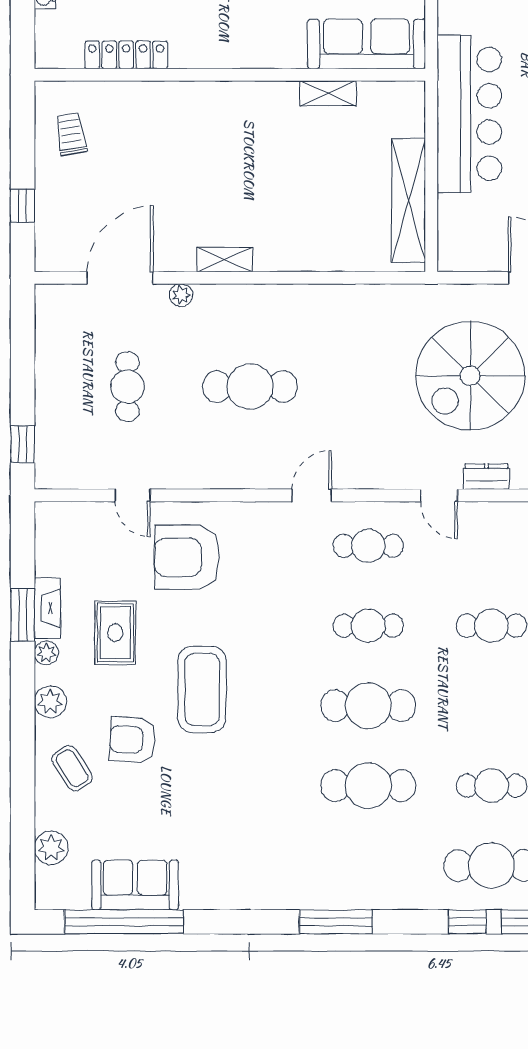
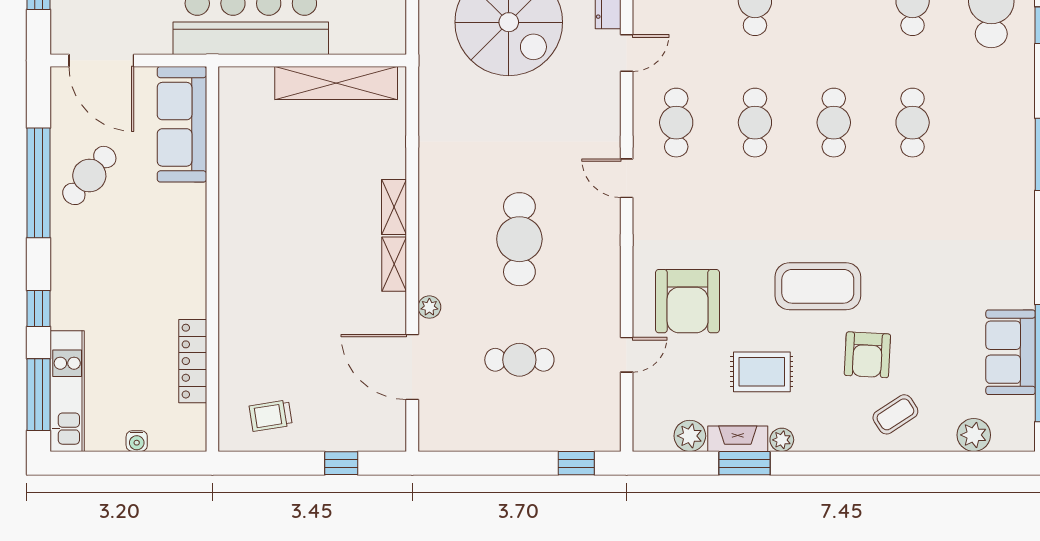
shelving: (328, 93) -> (394, 207), moved
plant: (50, 702) -> (690, 436), moved
cafe table: (368, 706) -> (834, 123), width x0.73, depth x0.74
cafe table: (368, 786) -> (913, 123), width x0.73, depth x0.74

